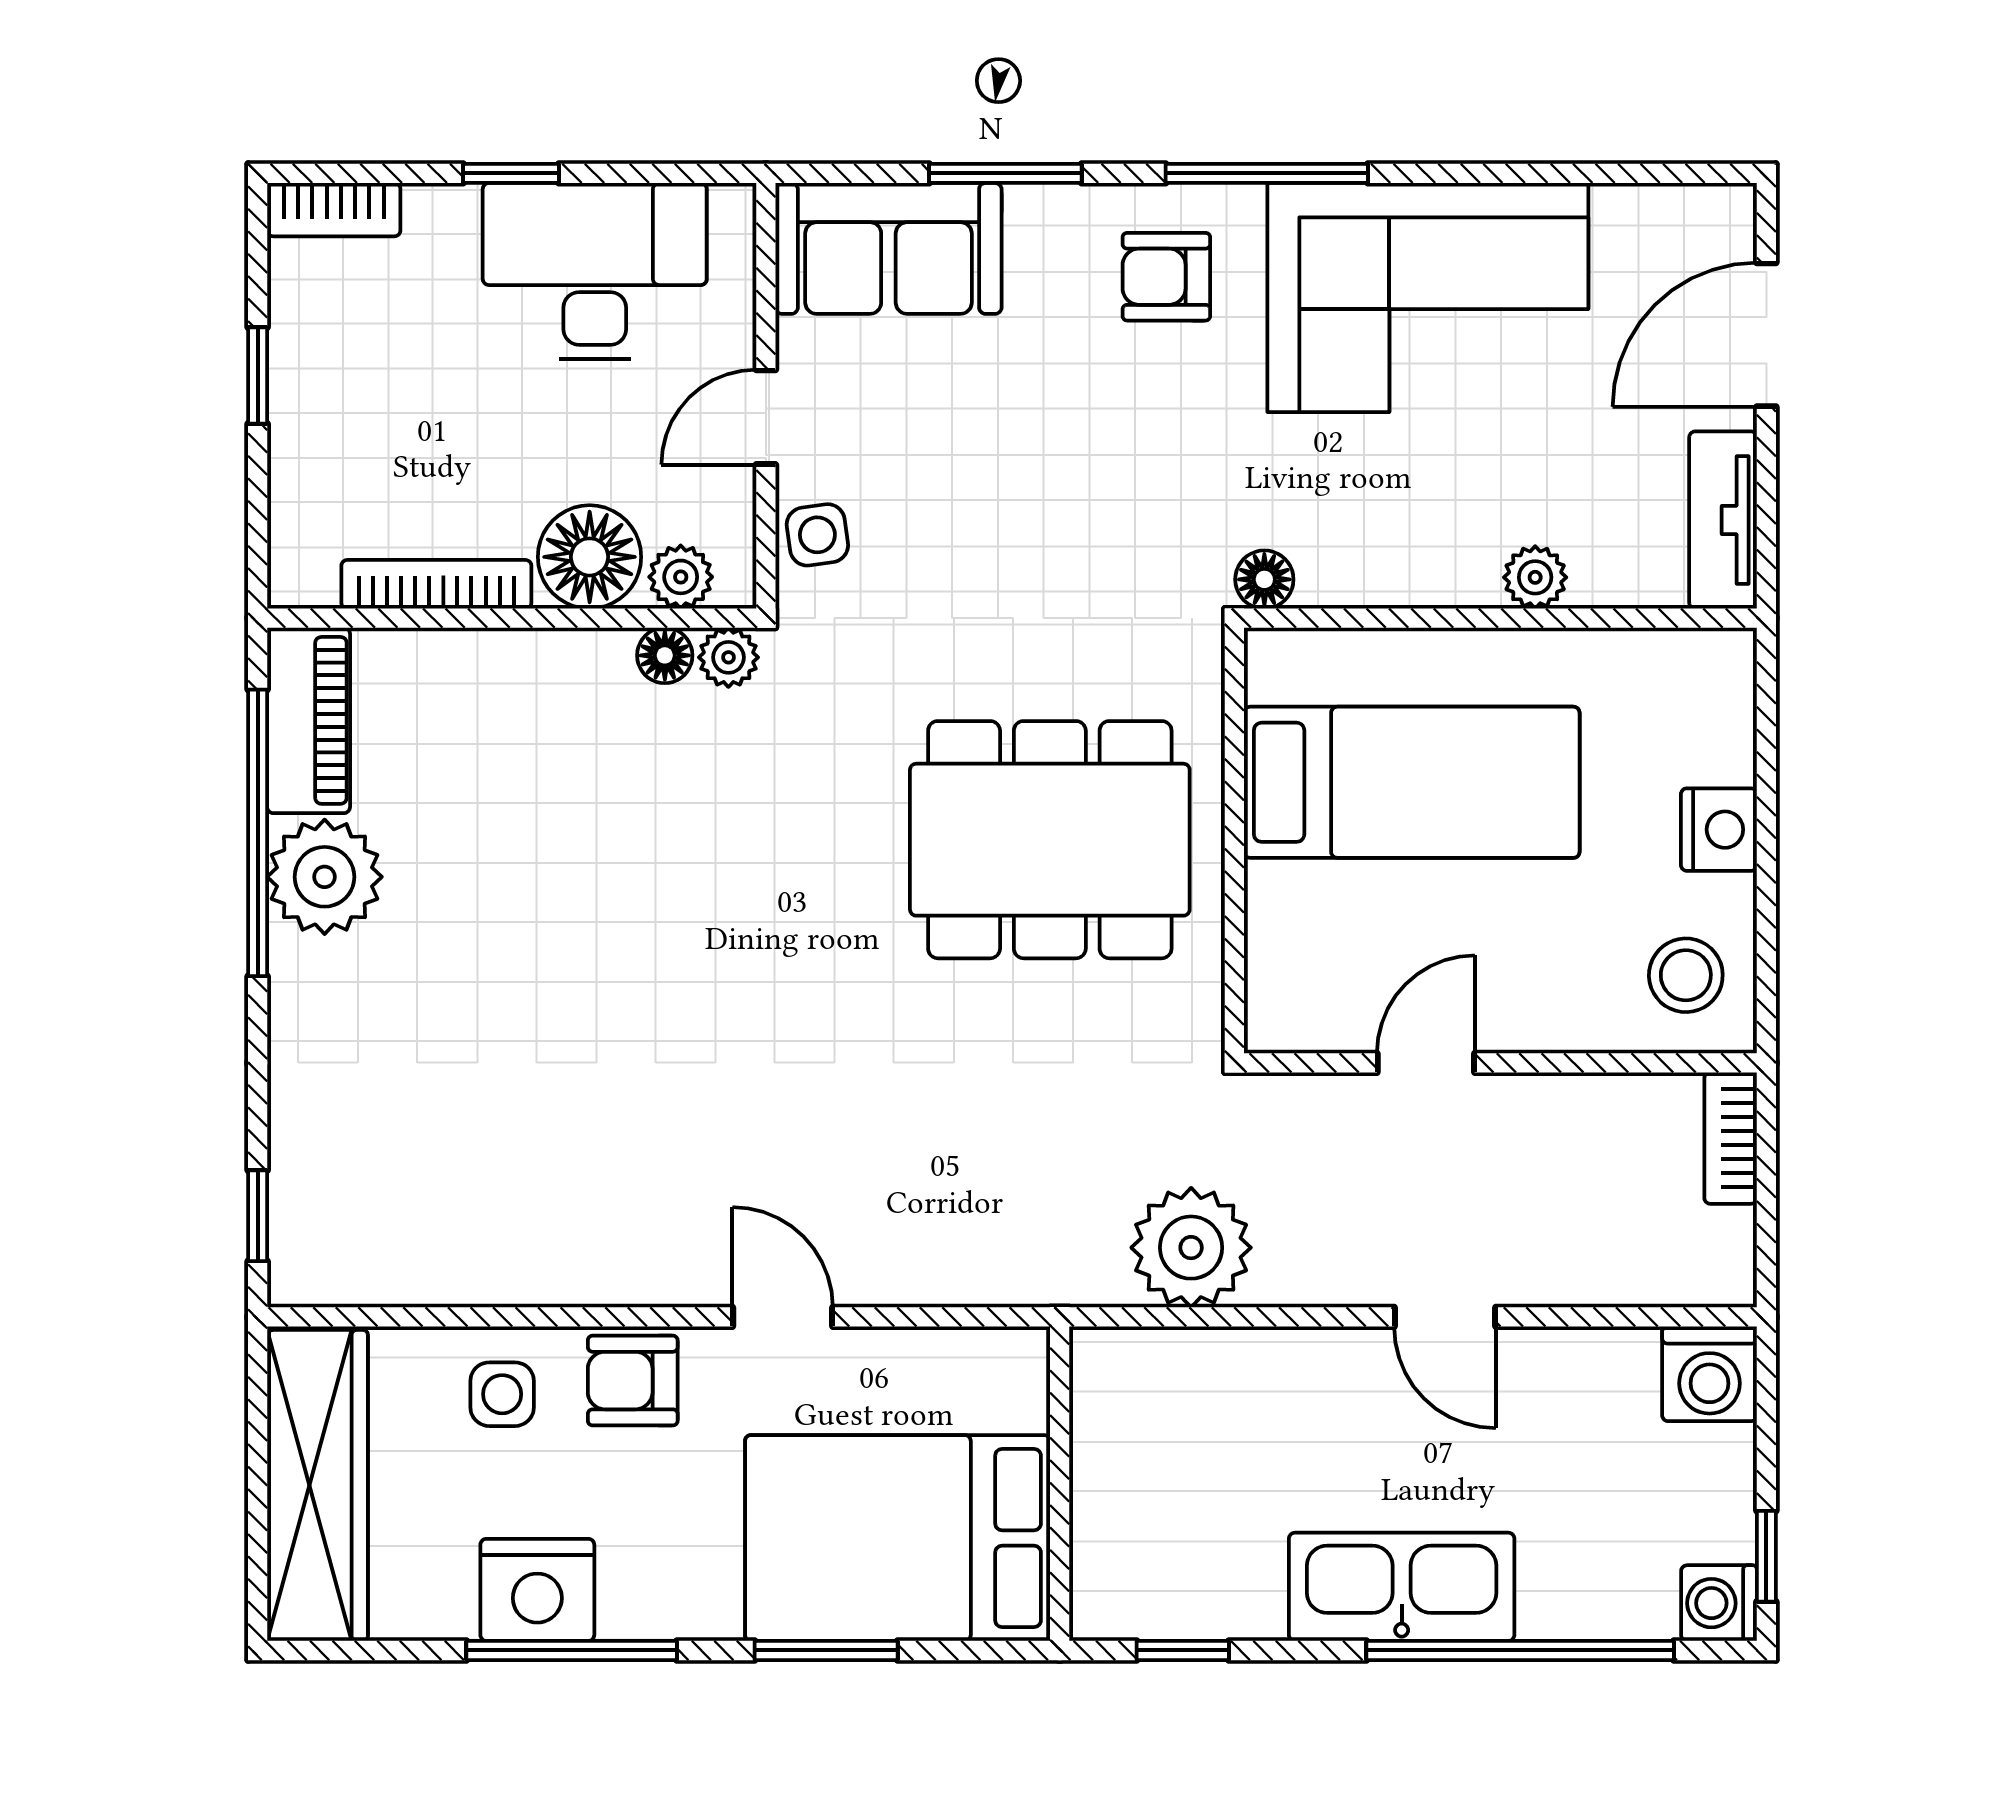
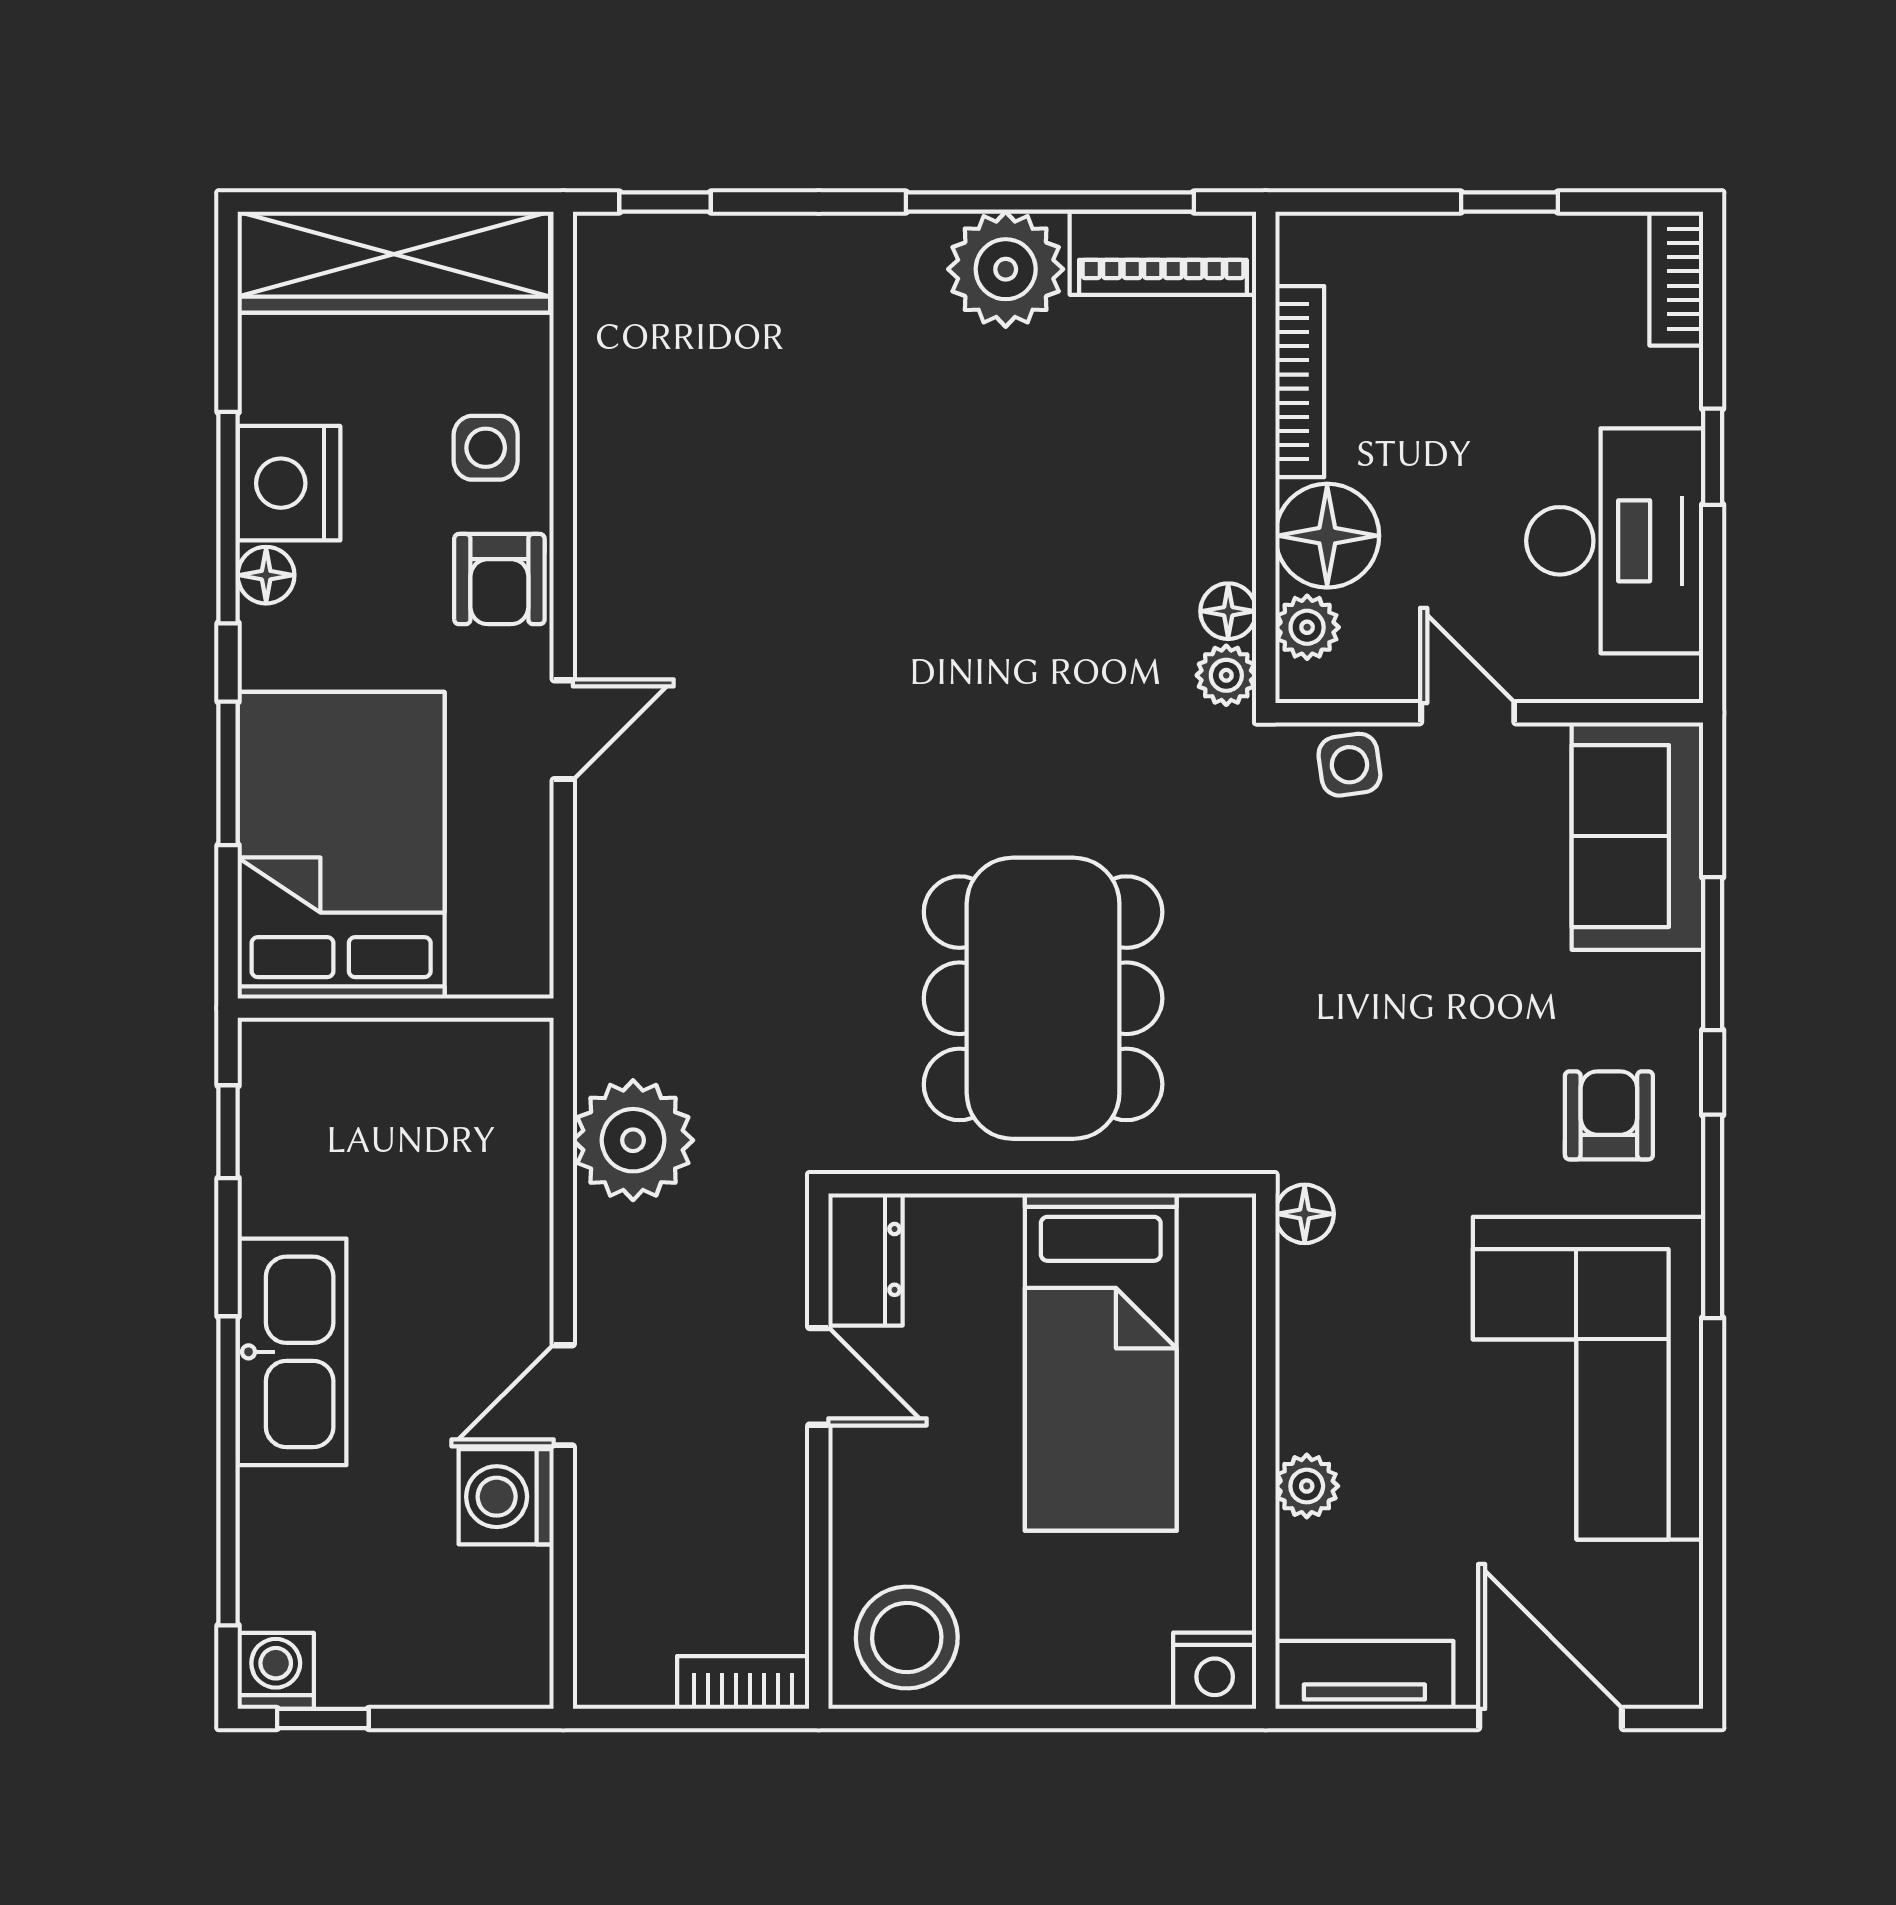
nightstand: (1719, 830) -> (1215, 1671), moved
stool: (1686, 975) -> (907, 1638), width x1.38, depth x1.38
dresser: (1310, 1016) -> (865, 1259), added
washing machine: (1710, 1374) -> (506, 1497), moved
armchair: (633, 1381) -> (499, 579), turned 180
floor lamp: (629, 1613) -> (266, 575), added

